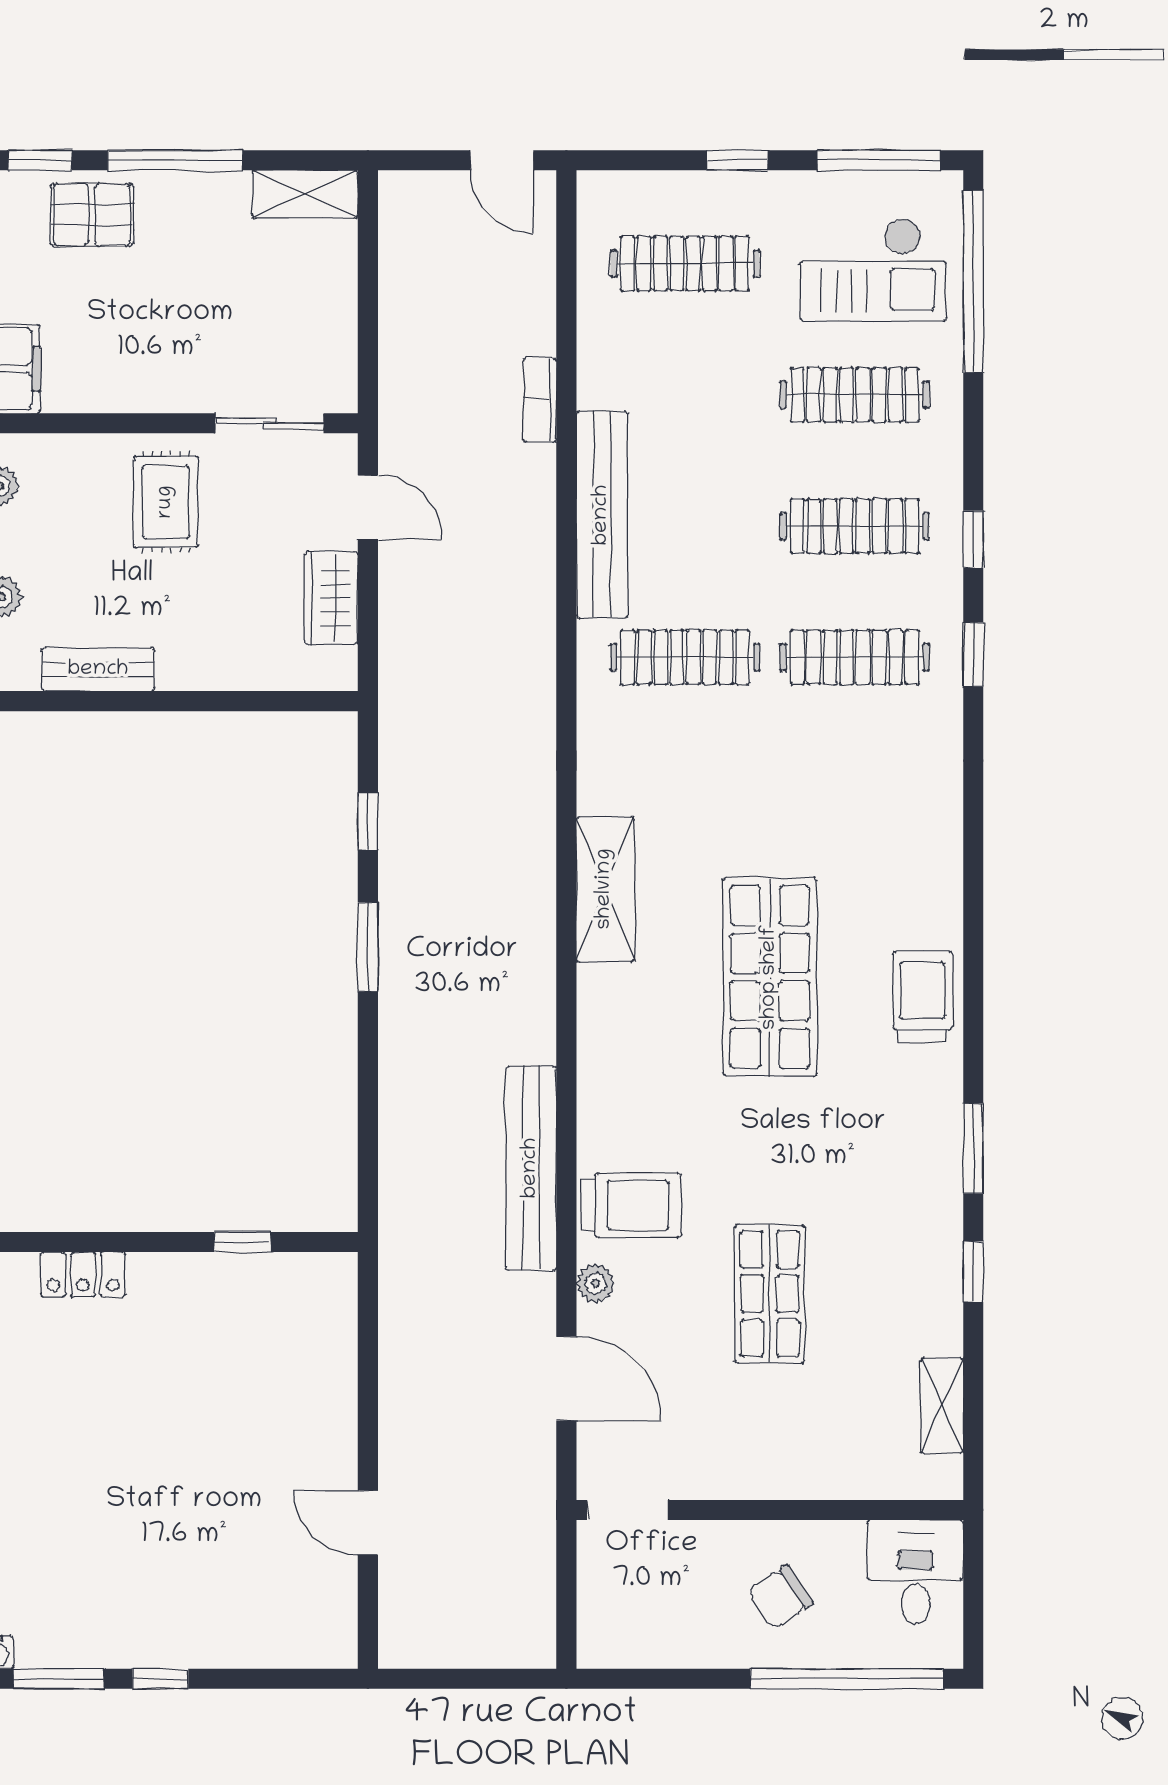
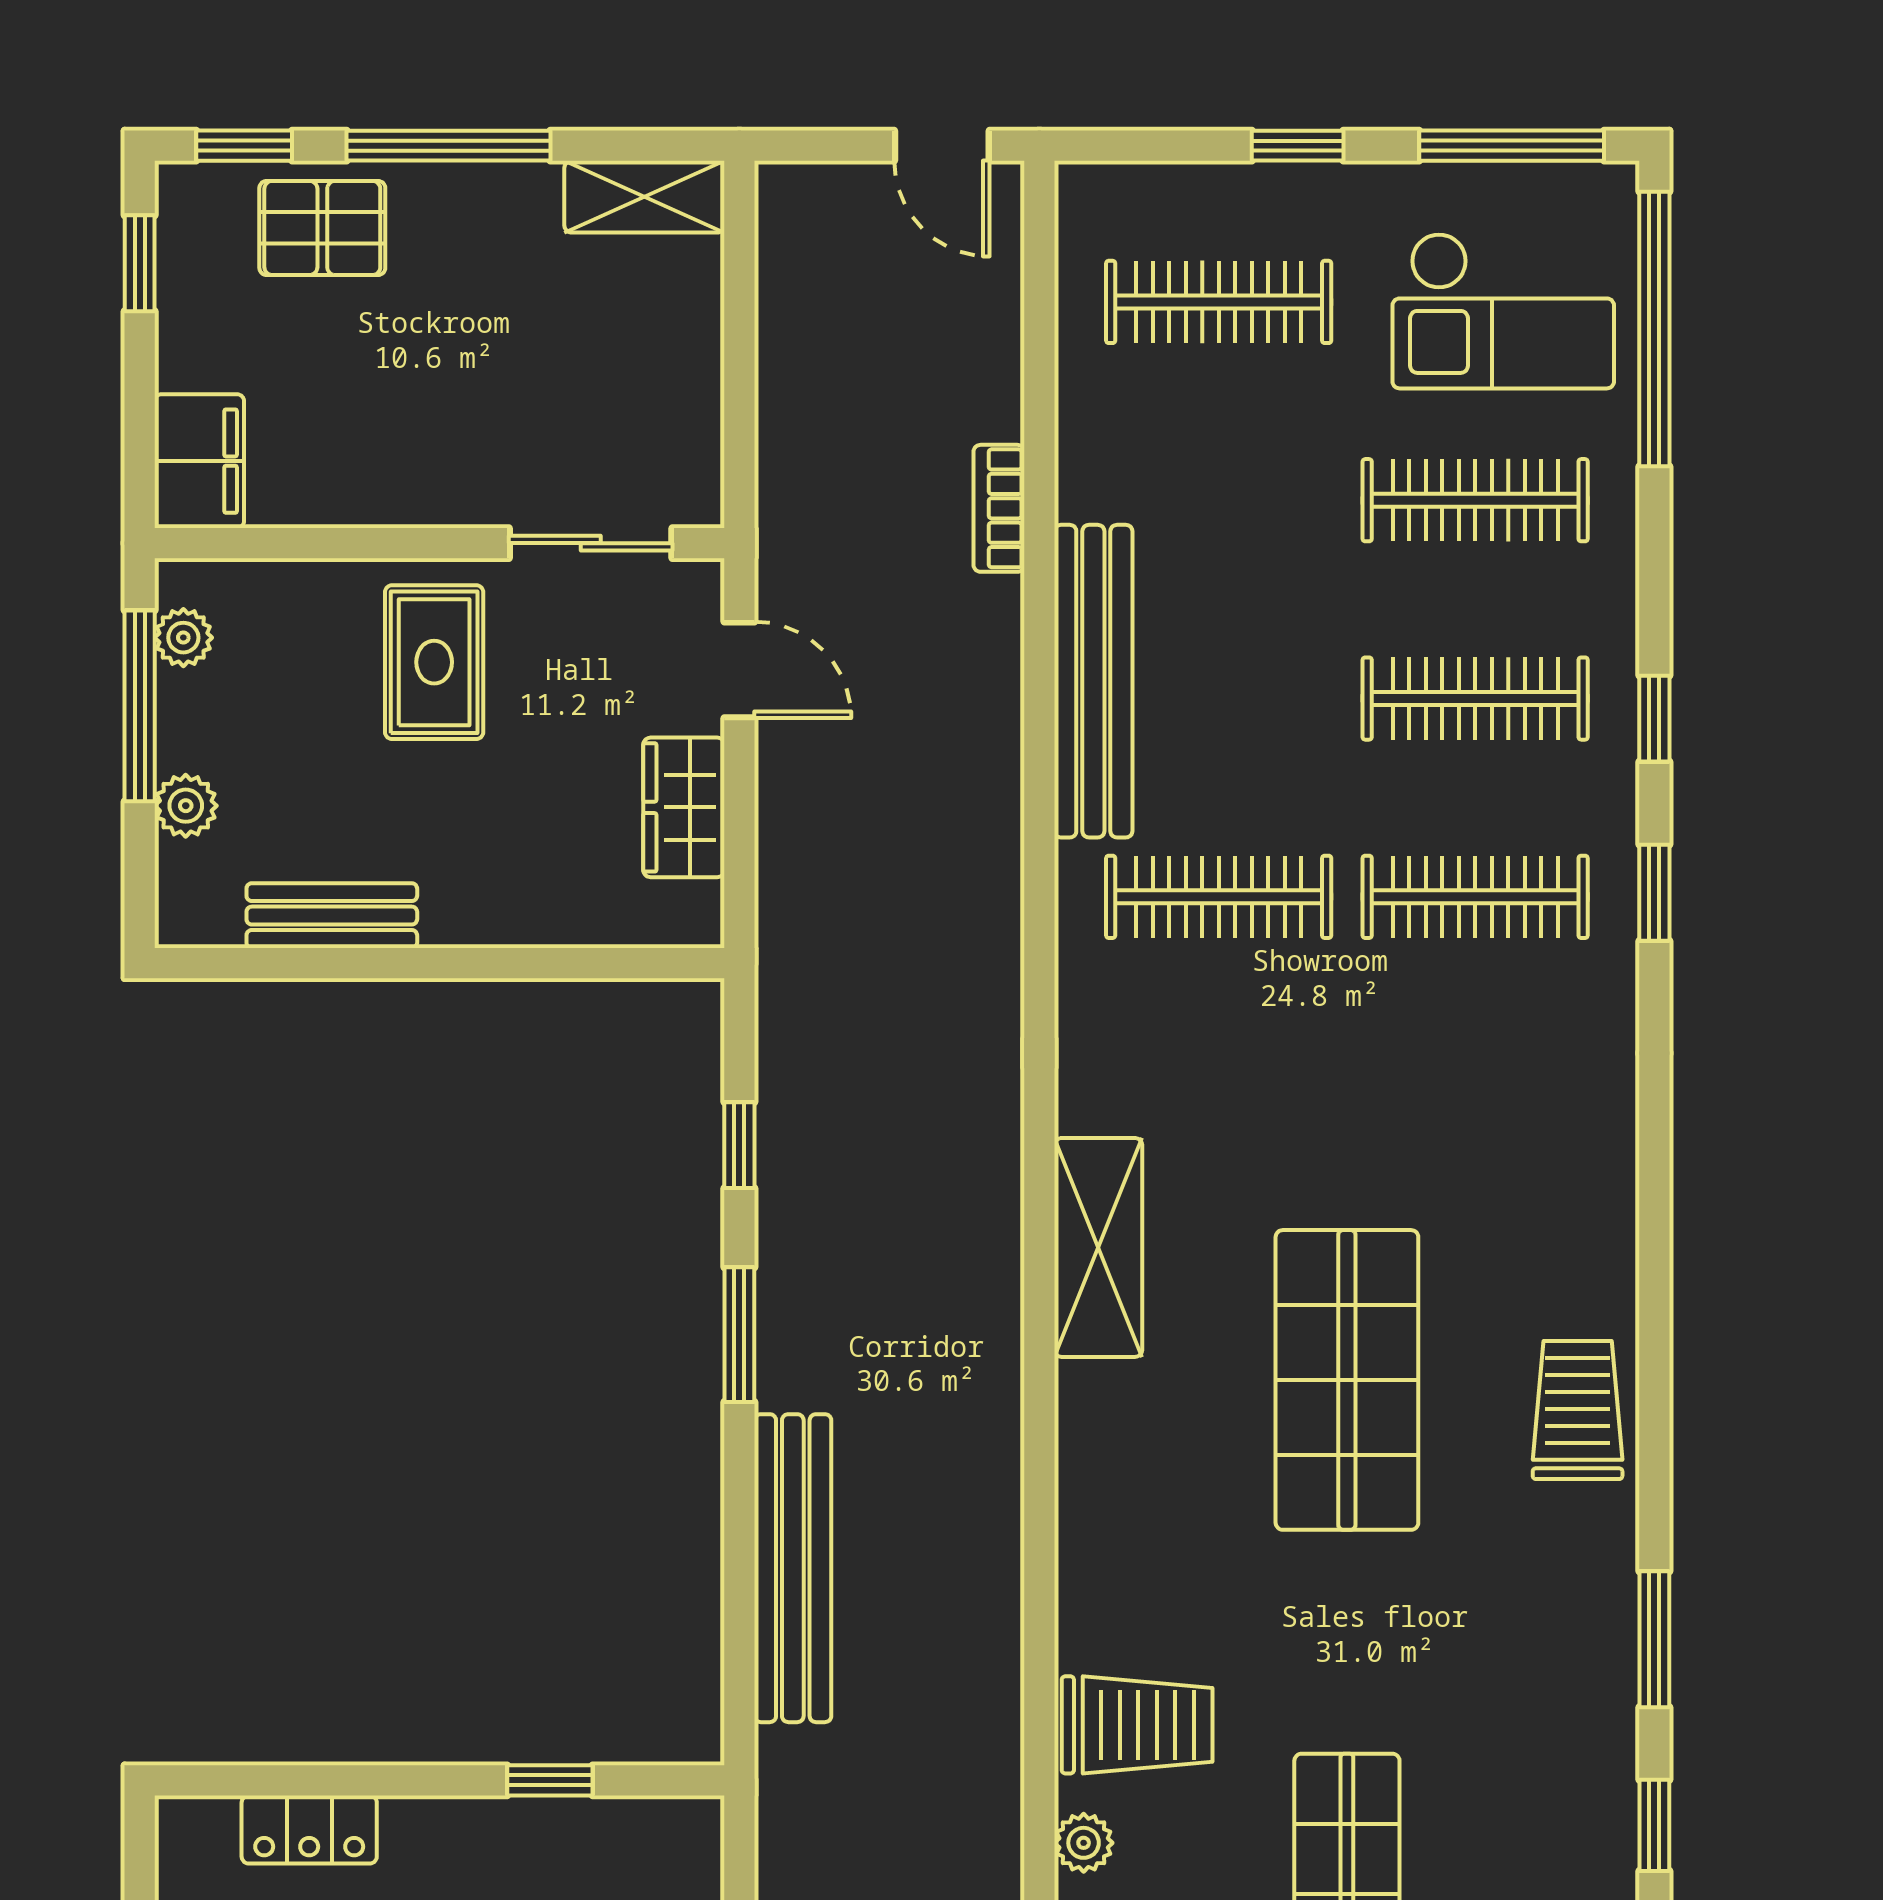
bench: (531, 1168) -> (793, 1568), moved

